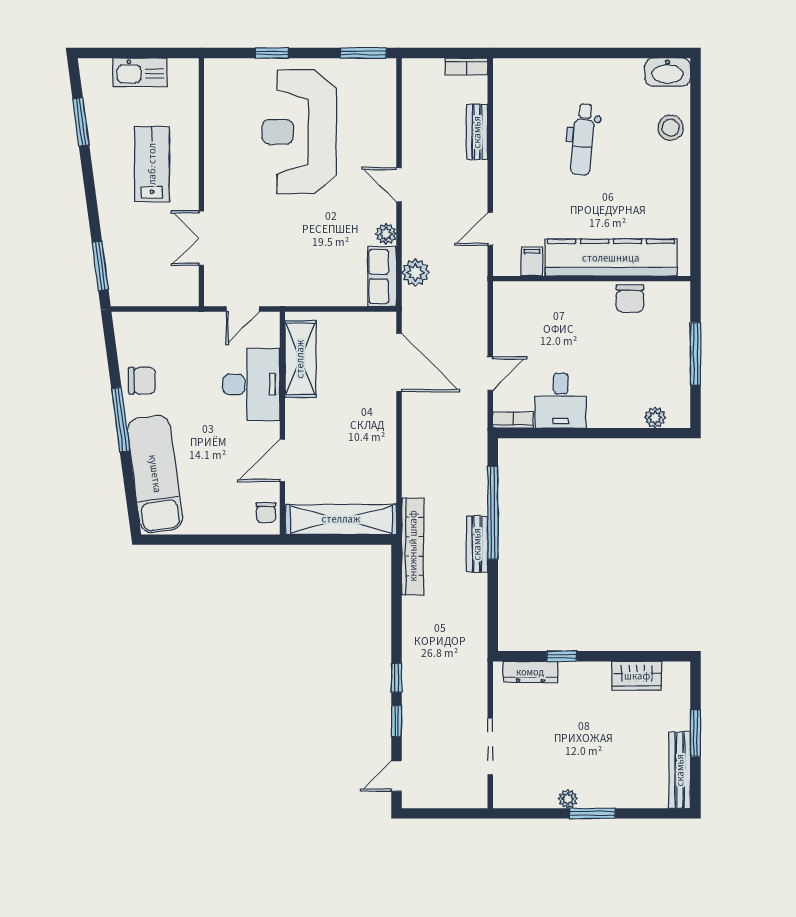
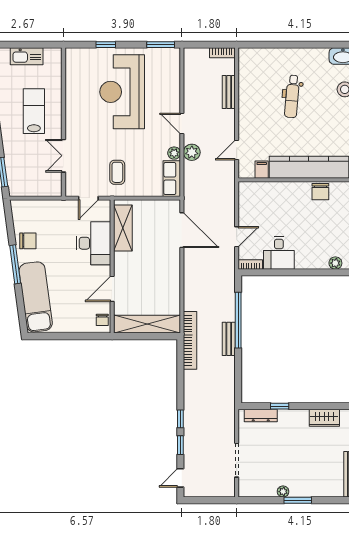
coffee table: (291, 266) -> (117, 172), added
plant: (415, 273) -> (192, 152), moved

